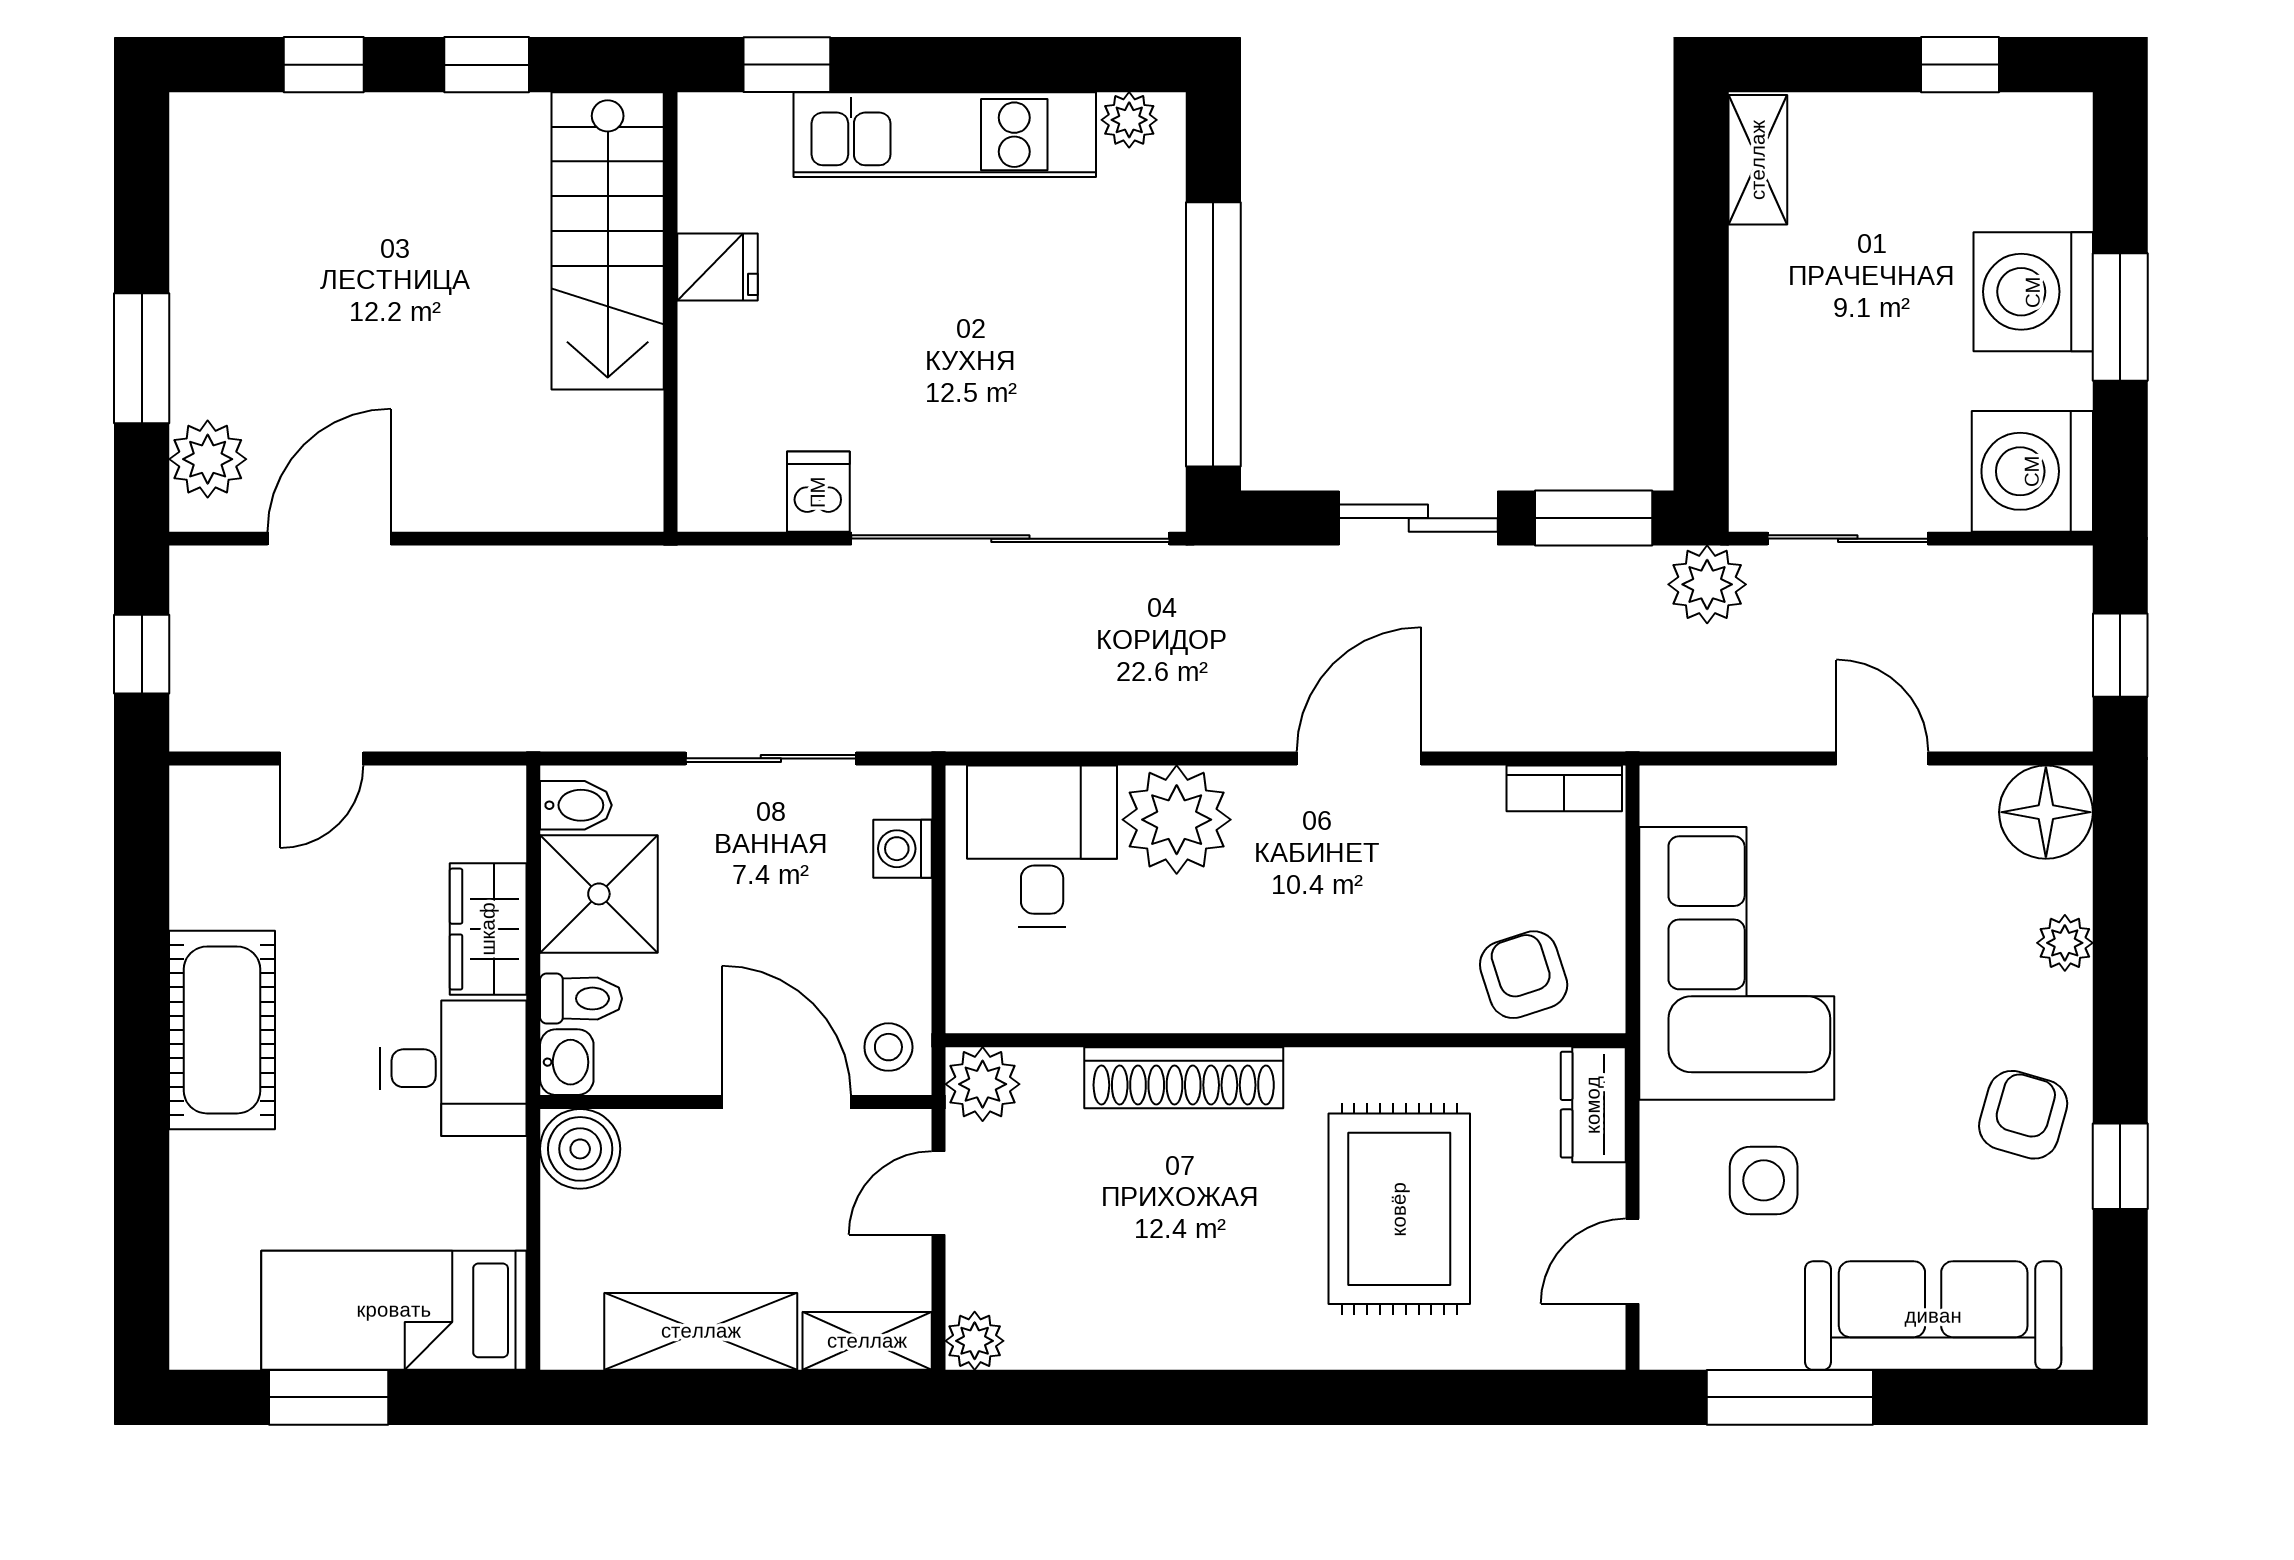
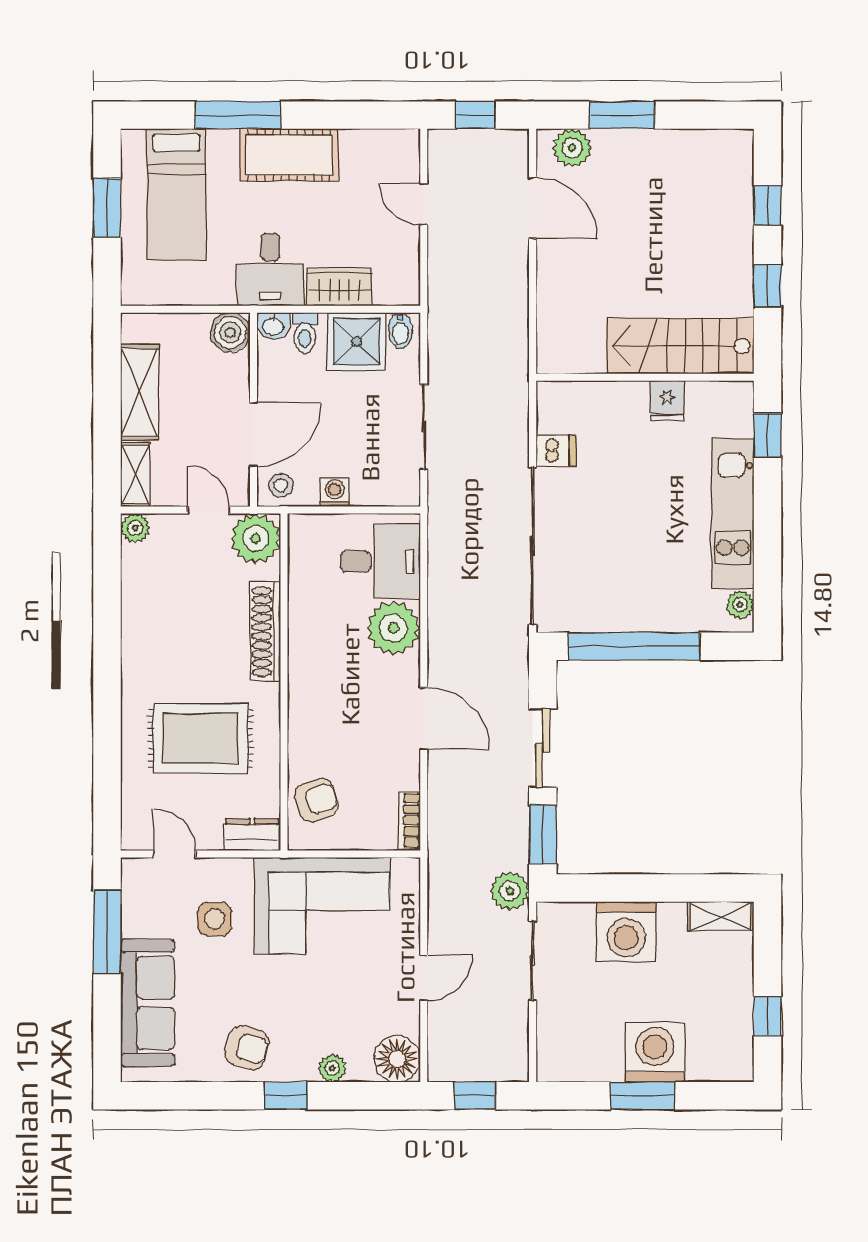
washing machine: (2032, 471) -> (626, 932), moved, turned 180
washing machine: (903, 849) -> (335, 492), moved
plant: (983, 1084) -> (256, 539), width x1.36, depth x1.36
window: (142, 1133) -> (238, 115), added
window: (2120, 1166) -> (286, 1096), moved
bed: (394, 1310) -> (176, 194), moved, turned 180

